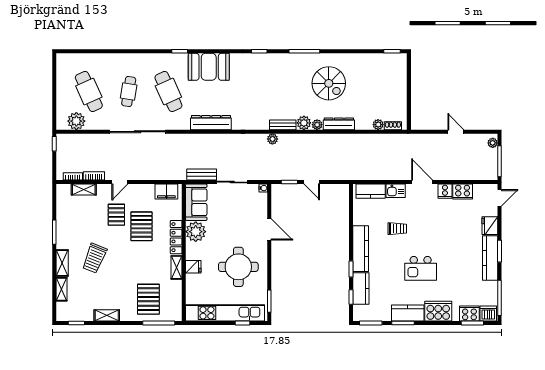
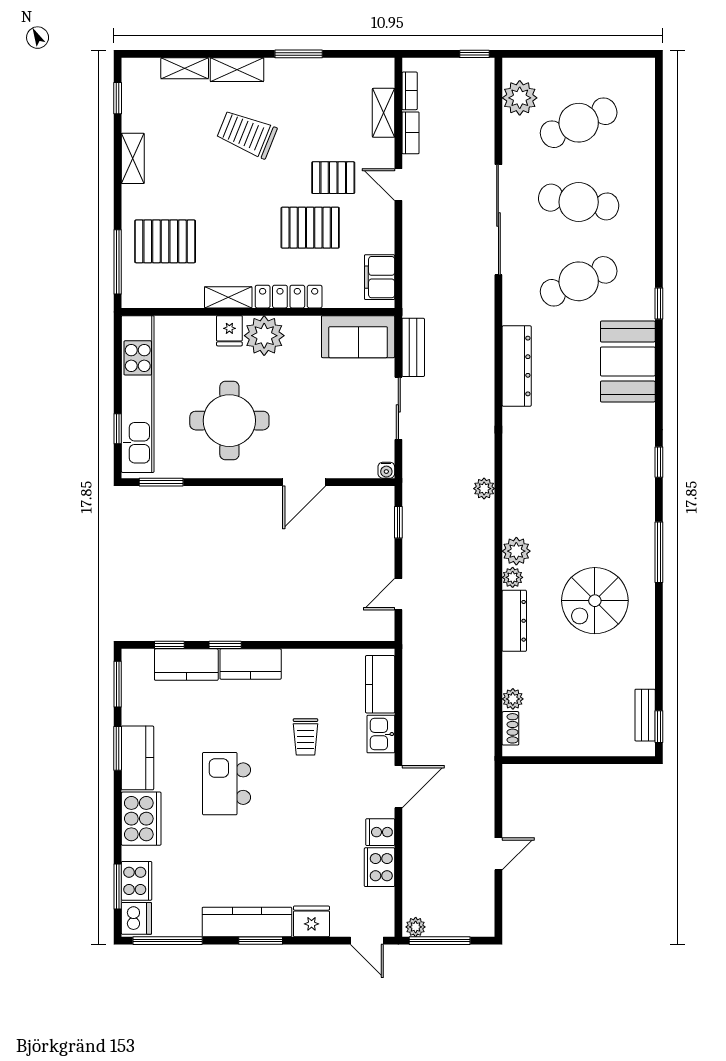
cafe table: (129, 91) -> (579, 202), width x1.37, depth x1.35
bench: (283, 125) -> (645, 715), moved
plant: (493, 143) -> (416, 927), moved
door: (312, 182) -> (398, 594), moved
plant: (196, 232) -> (264, 336), moved
kitchen counter: (361, 249) -> (251, 664), width x0.67

